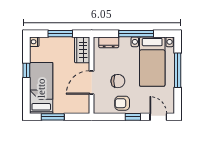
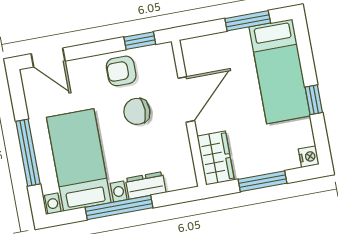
dresser: (109, 42) -> (146, 185), moved
armchair: (122, 103) -> (121, 71), turned 180
window: (133, 117) -> (140, 41), moved

